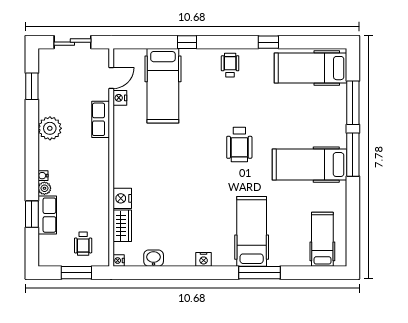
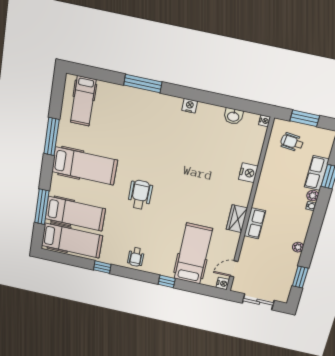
nightstand: (120, 98) -> (223, 283), moved
row of seats: (101, 119) -> (255, 223), moved
plant: (50, 128) -> (298, 247), width x0.53, depth x0.53
window: (353, 155) -> (51, 137), moved
wardrobe: (122, 226) -> (237, 219), moved
hospital bed: (252, 231) -> (75, 214), moved, turned -90
wheelchair: (83, 244) -> (292, 142), turned -84

